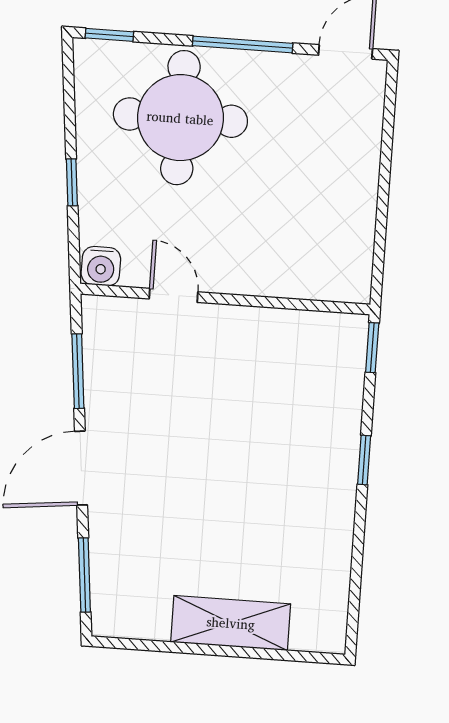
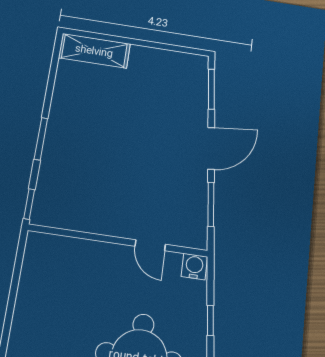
window: (364, 460) -> (41, 139), width x1.50
shelving: (231, 623) -> (94, 51), moved

